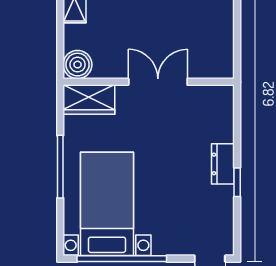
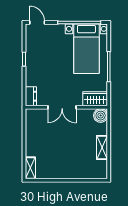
dresser: (223, 164) -> (31, 96), moved

